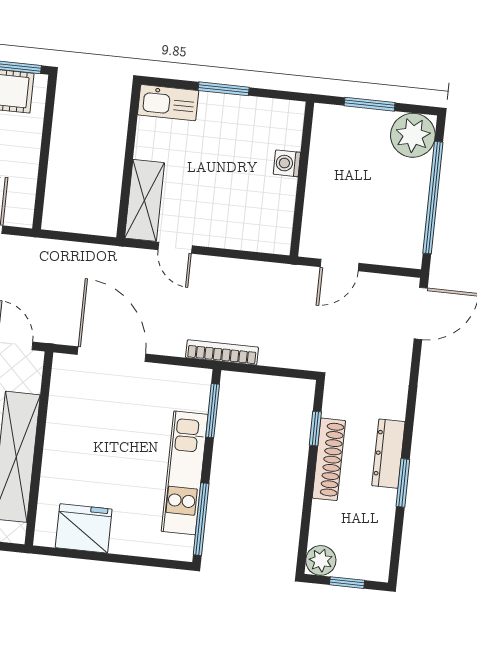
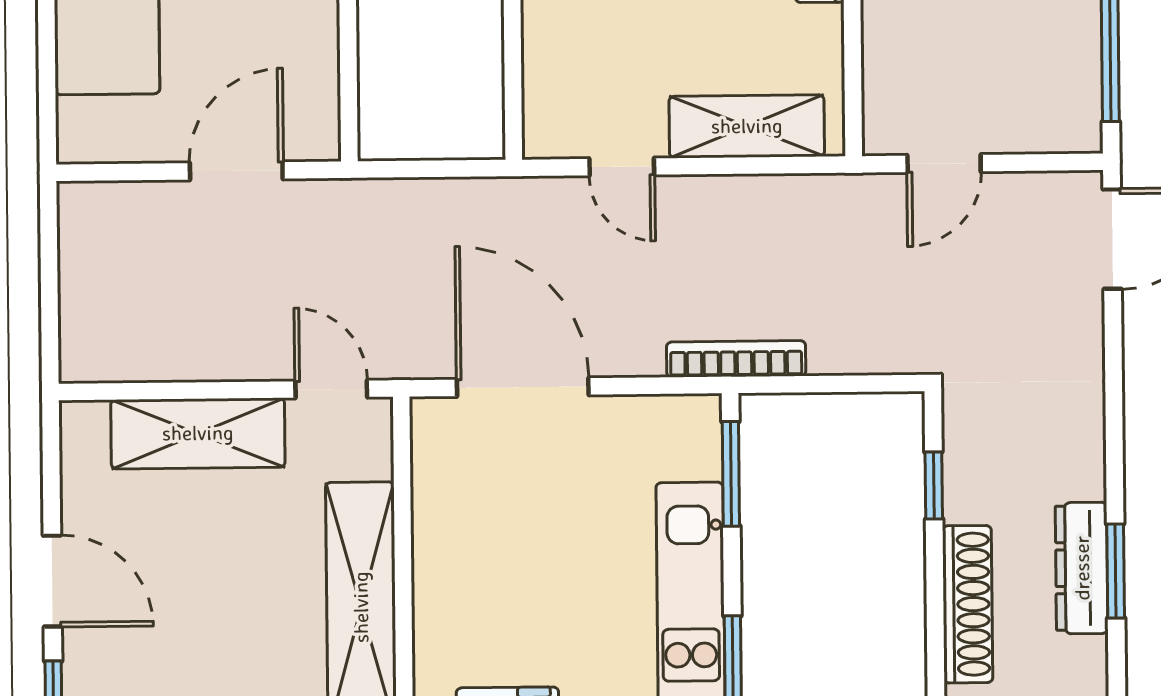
shelving: (145, 200) -> (747, 126), moved, turned 90
dresser: (388, 454) -> (1082, 568), moved
shoe rack: (329, 459) -> (968, 604), moved

